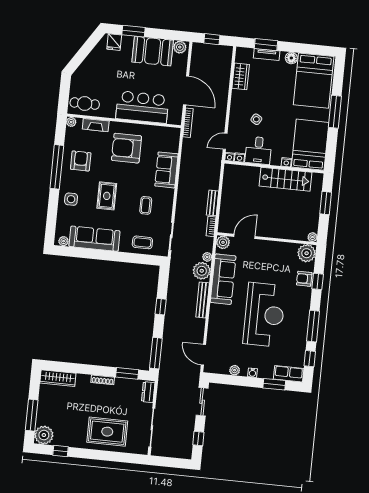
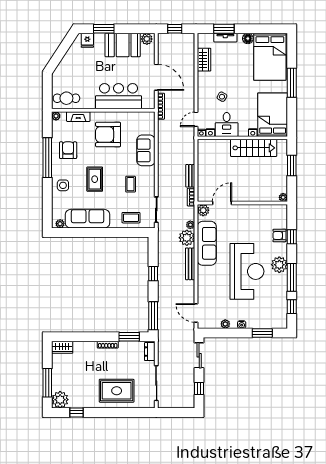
plant: (307, 253) -> (279, 265), moved
row of seats: (289, 374) -> (274, 322), removed
wardrobe: (58, 378) -> (62, 347), width x0.67

